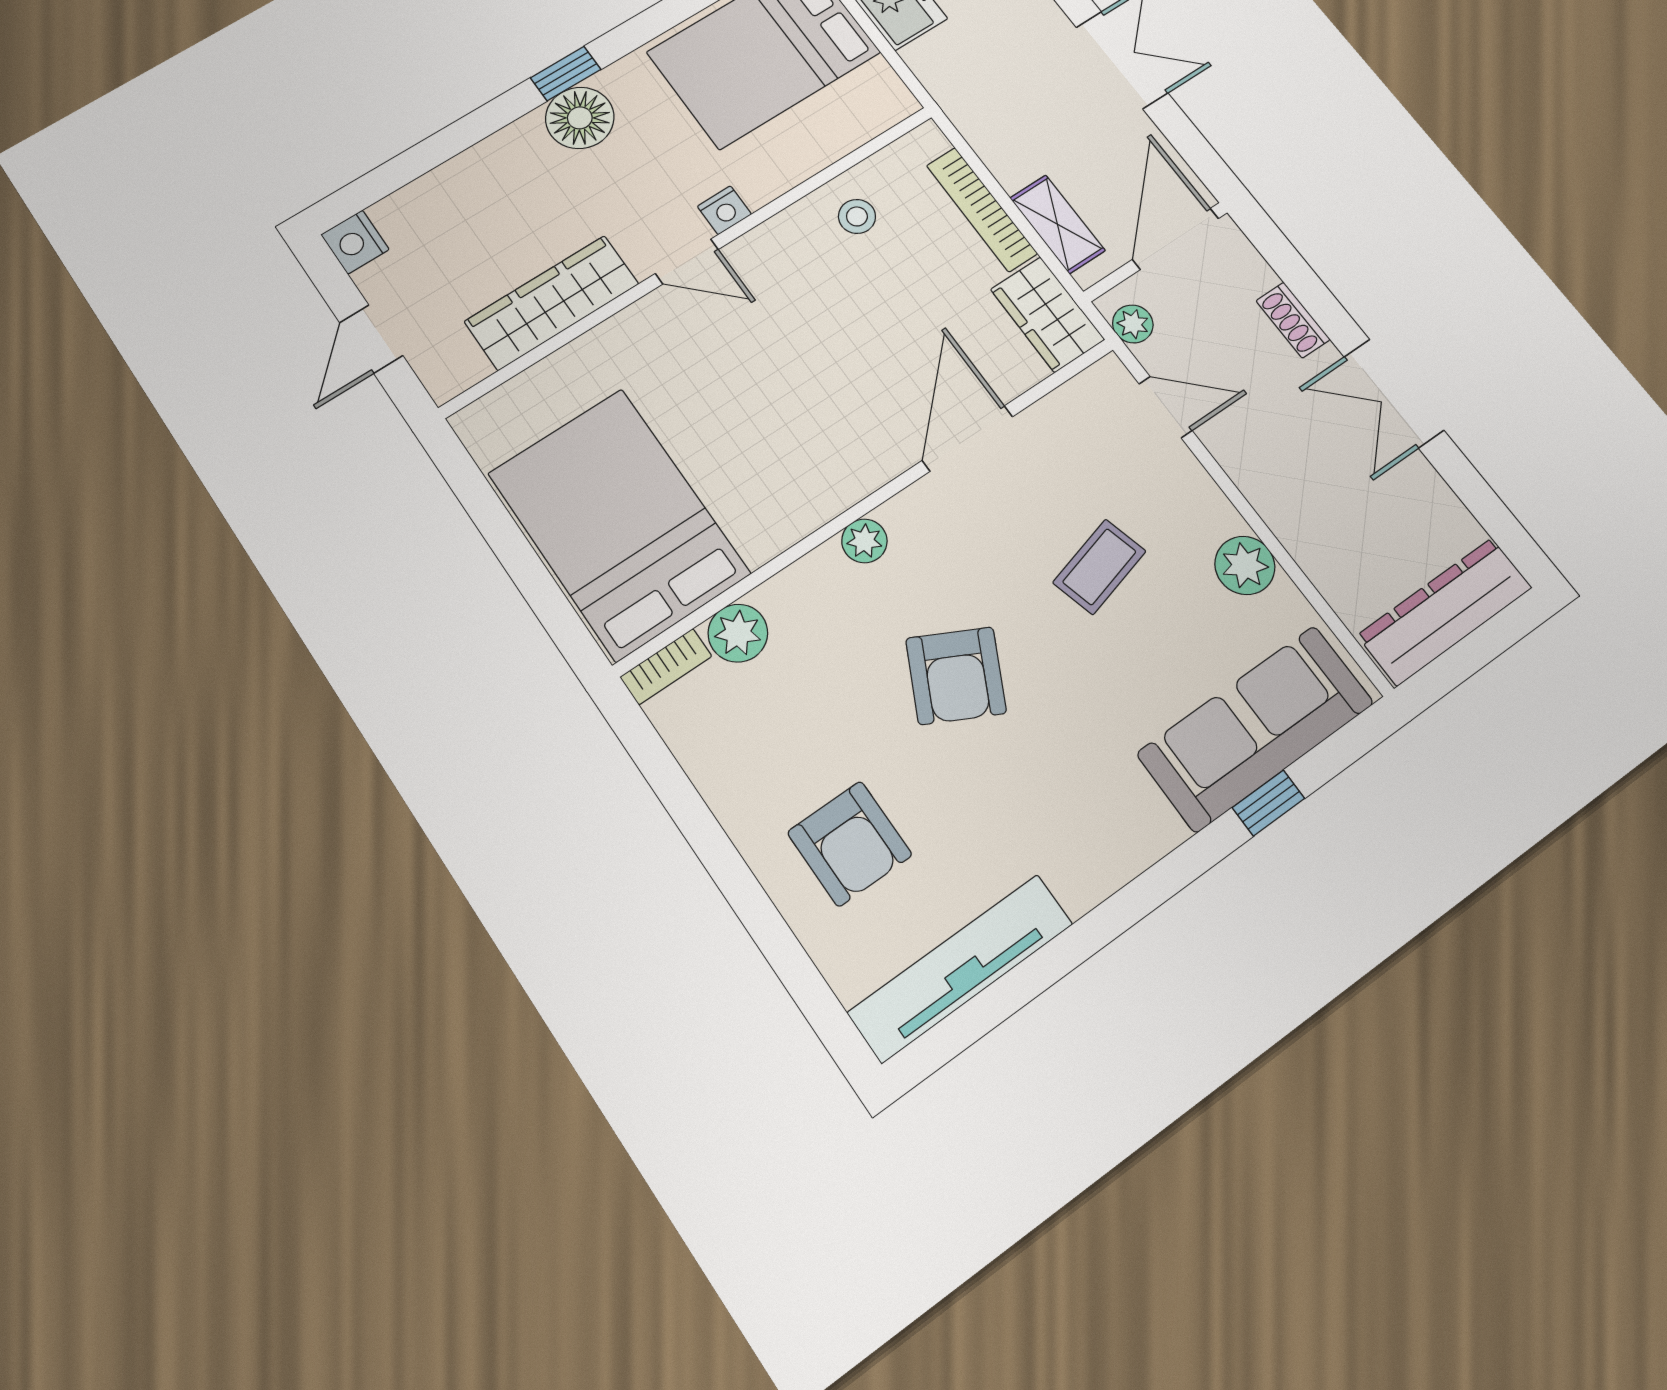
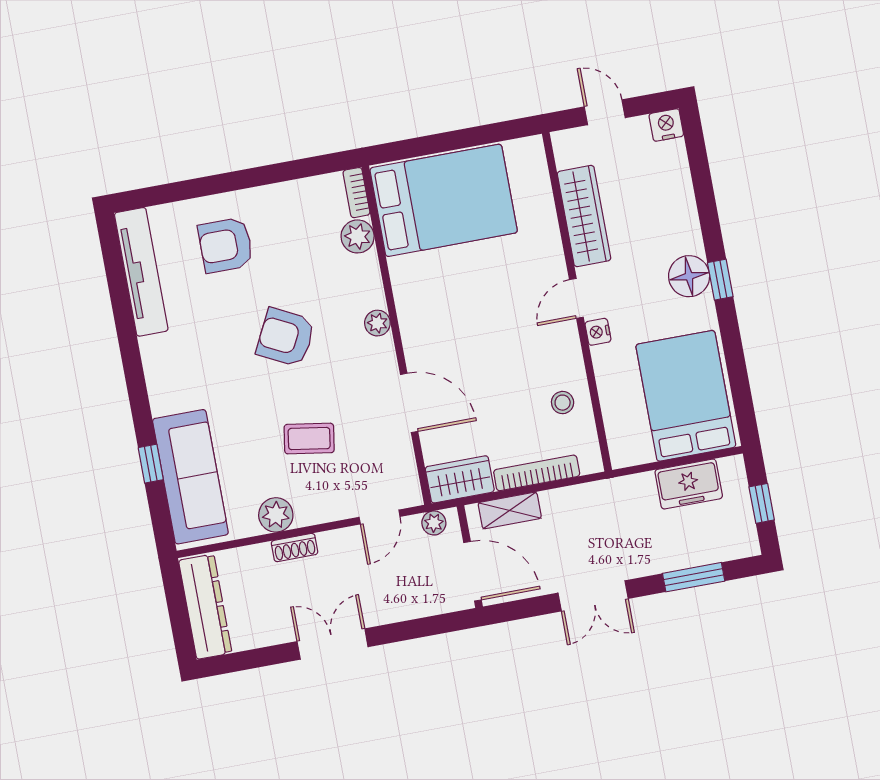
shoe rack: (1293, 320) -> (295, 548), moved, turned 180
coffee table: (1099, 567) -> (309, 439), turned -66

